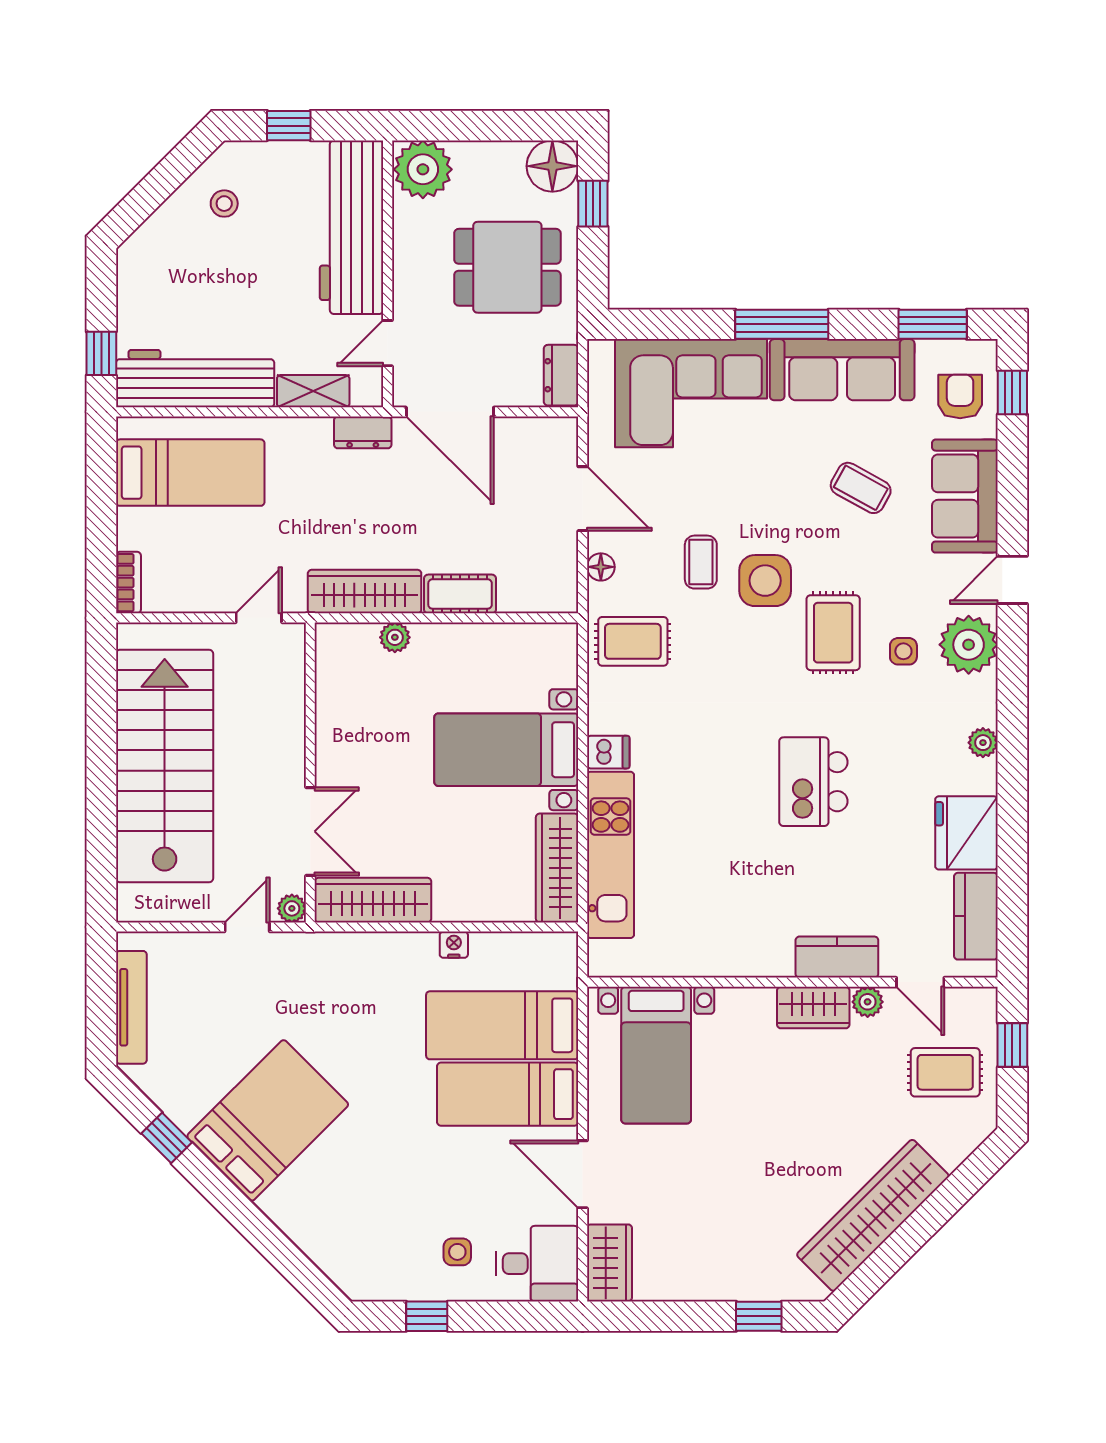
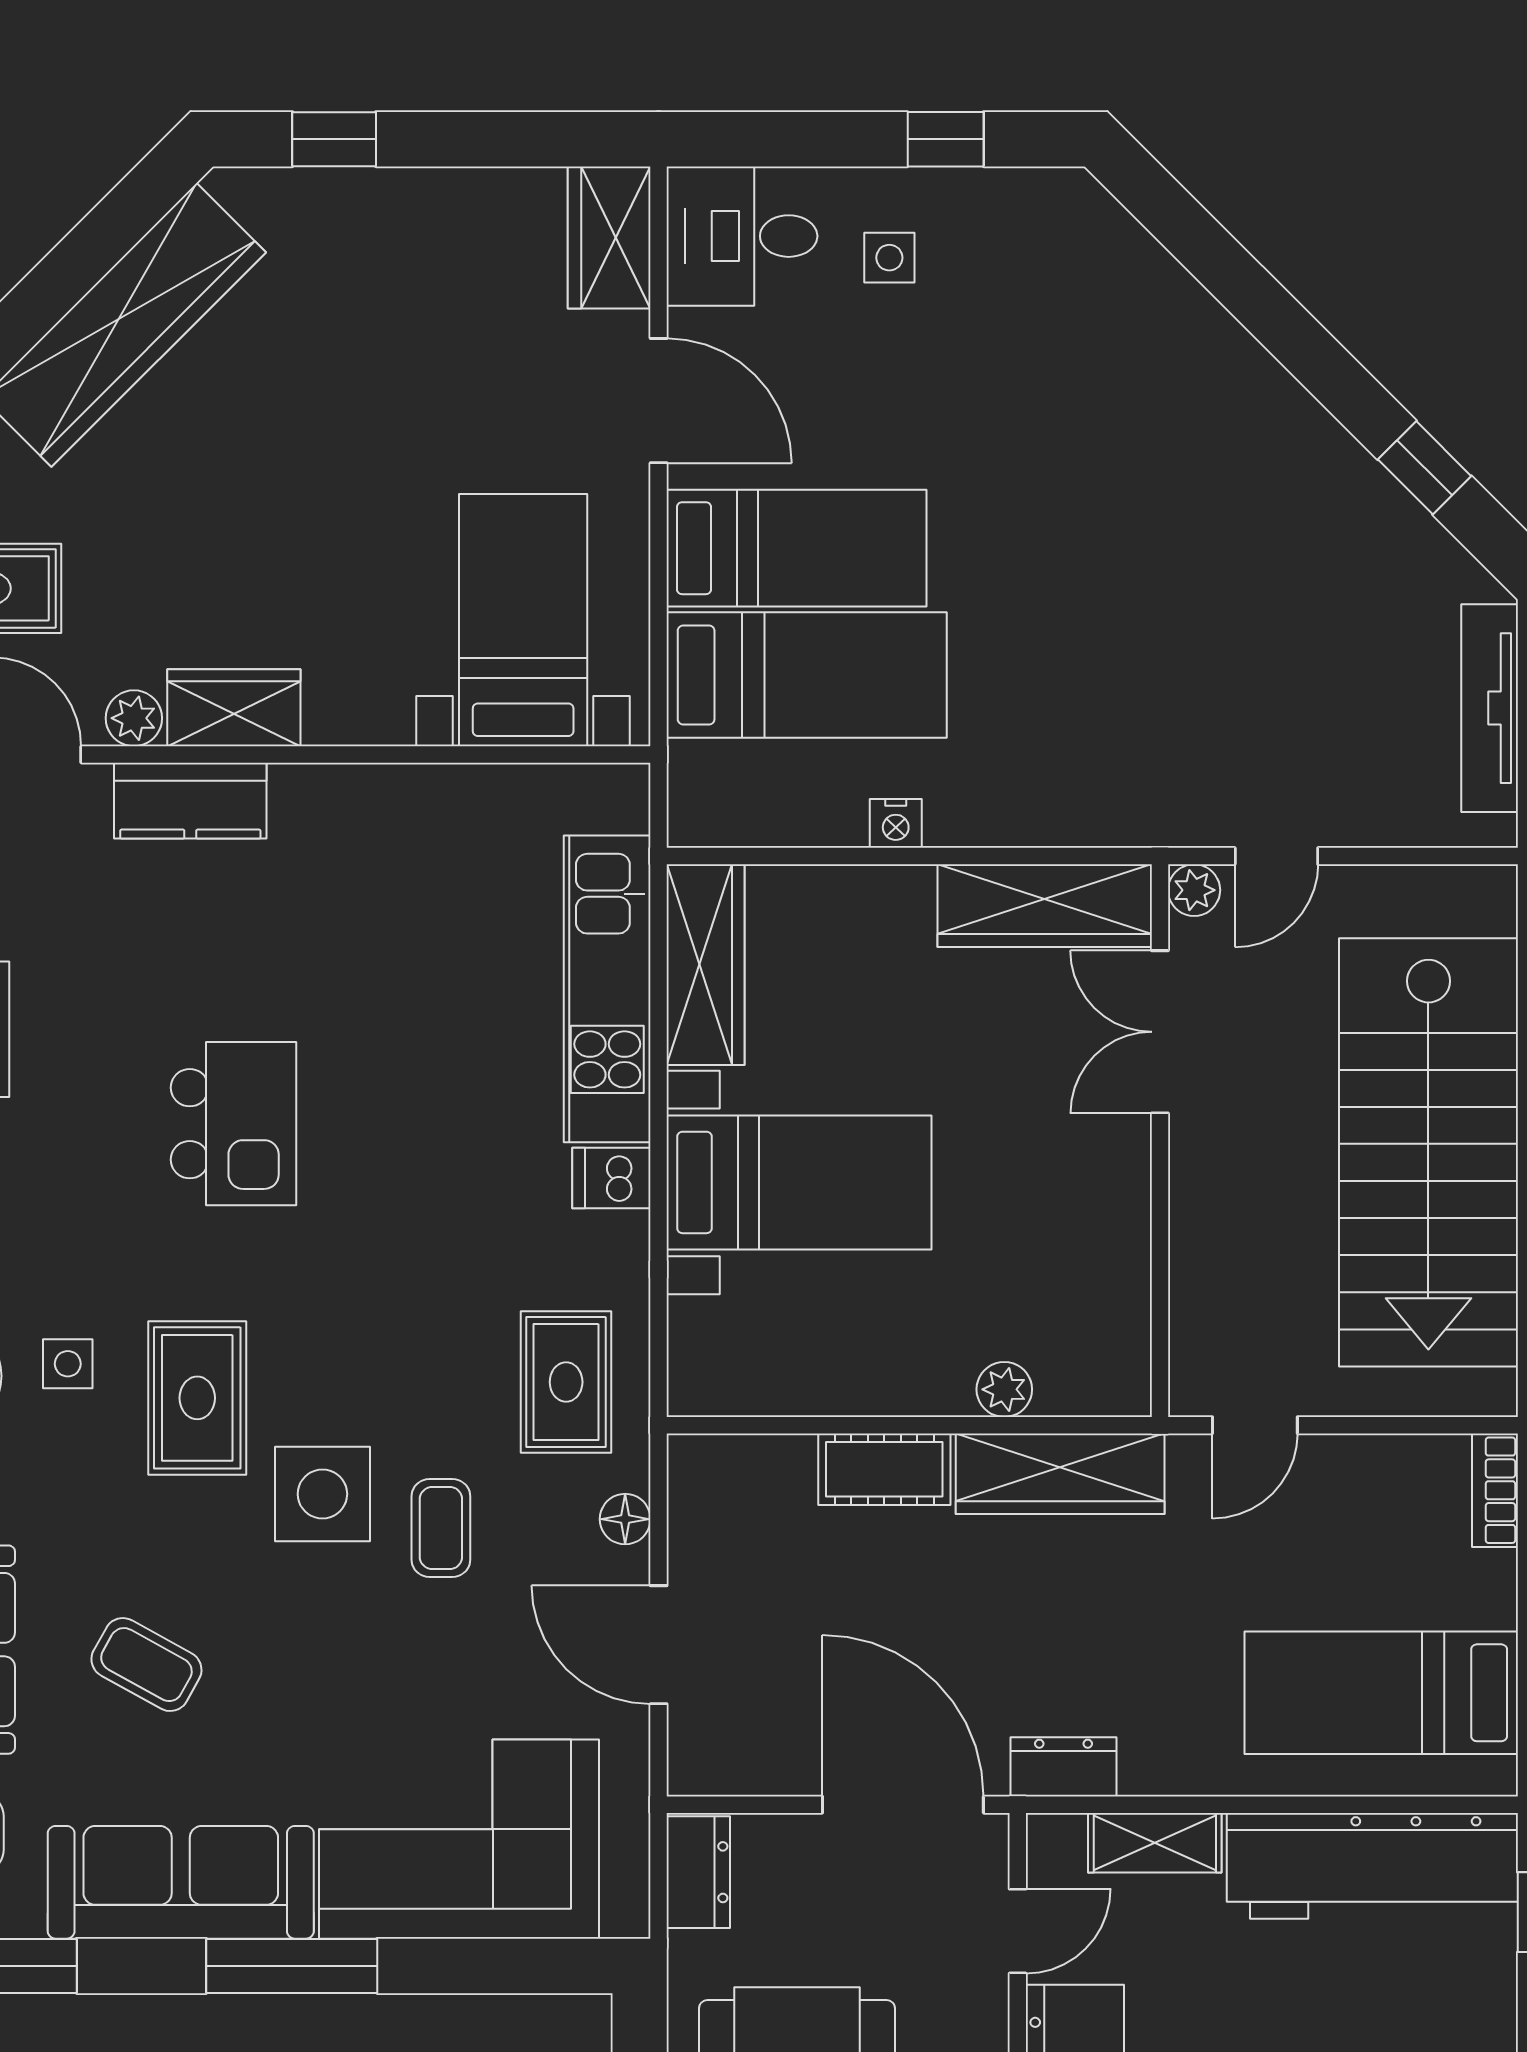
rug: (633, 641) -> (566, 1382), turned 90
bed: (268, 1120) -> (1238, 500), removed

